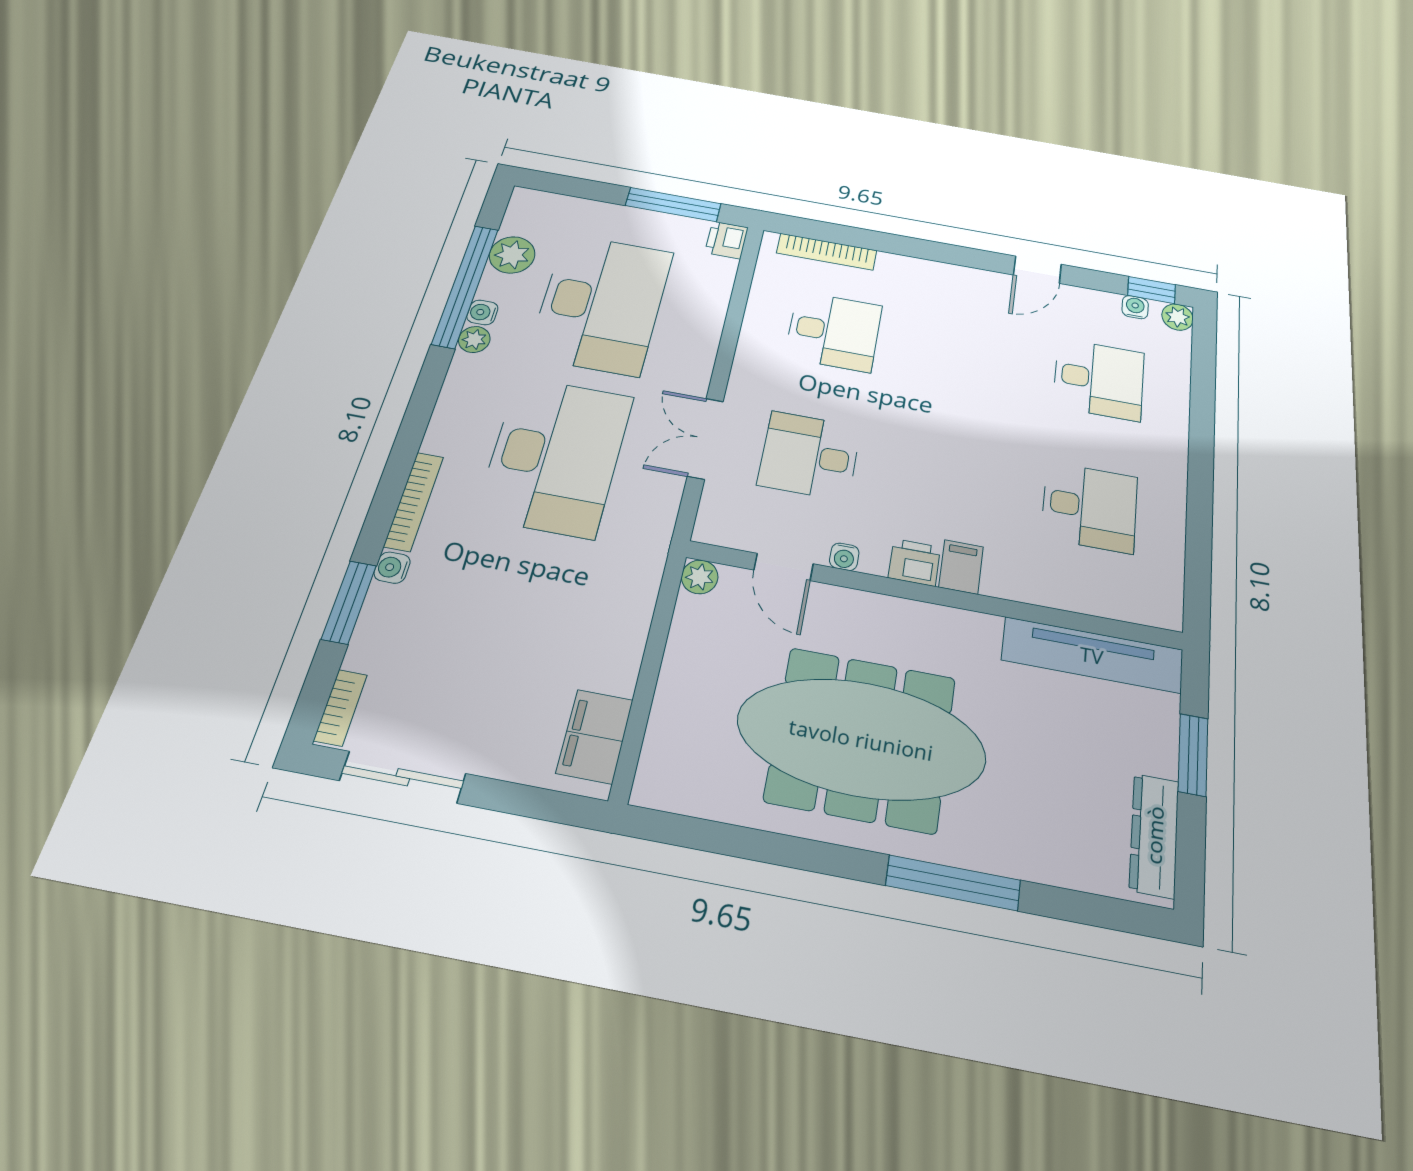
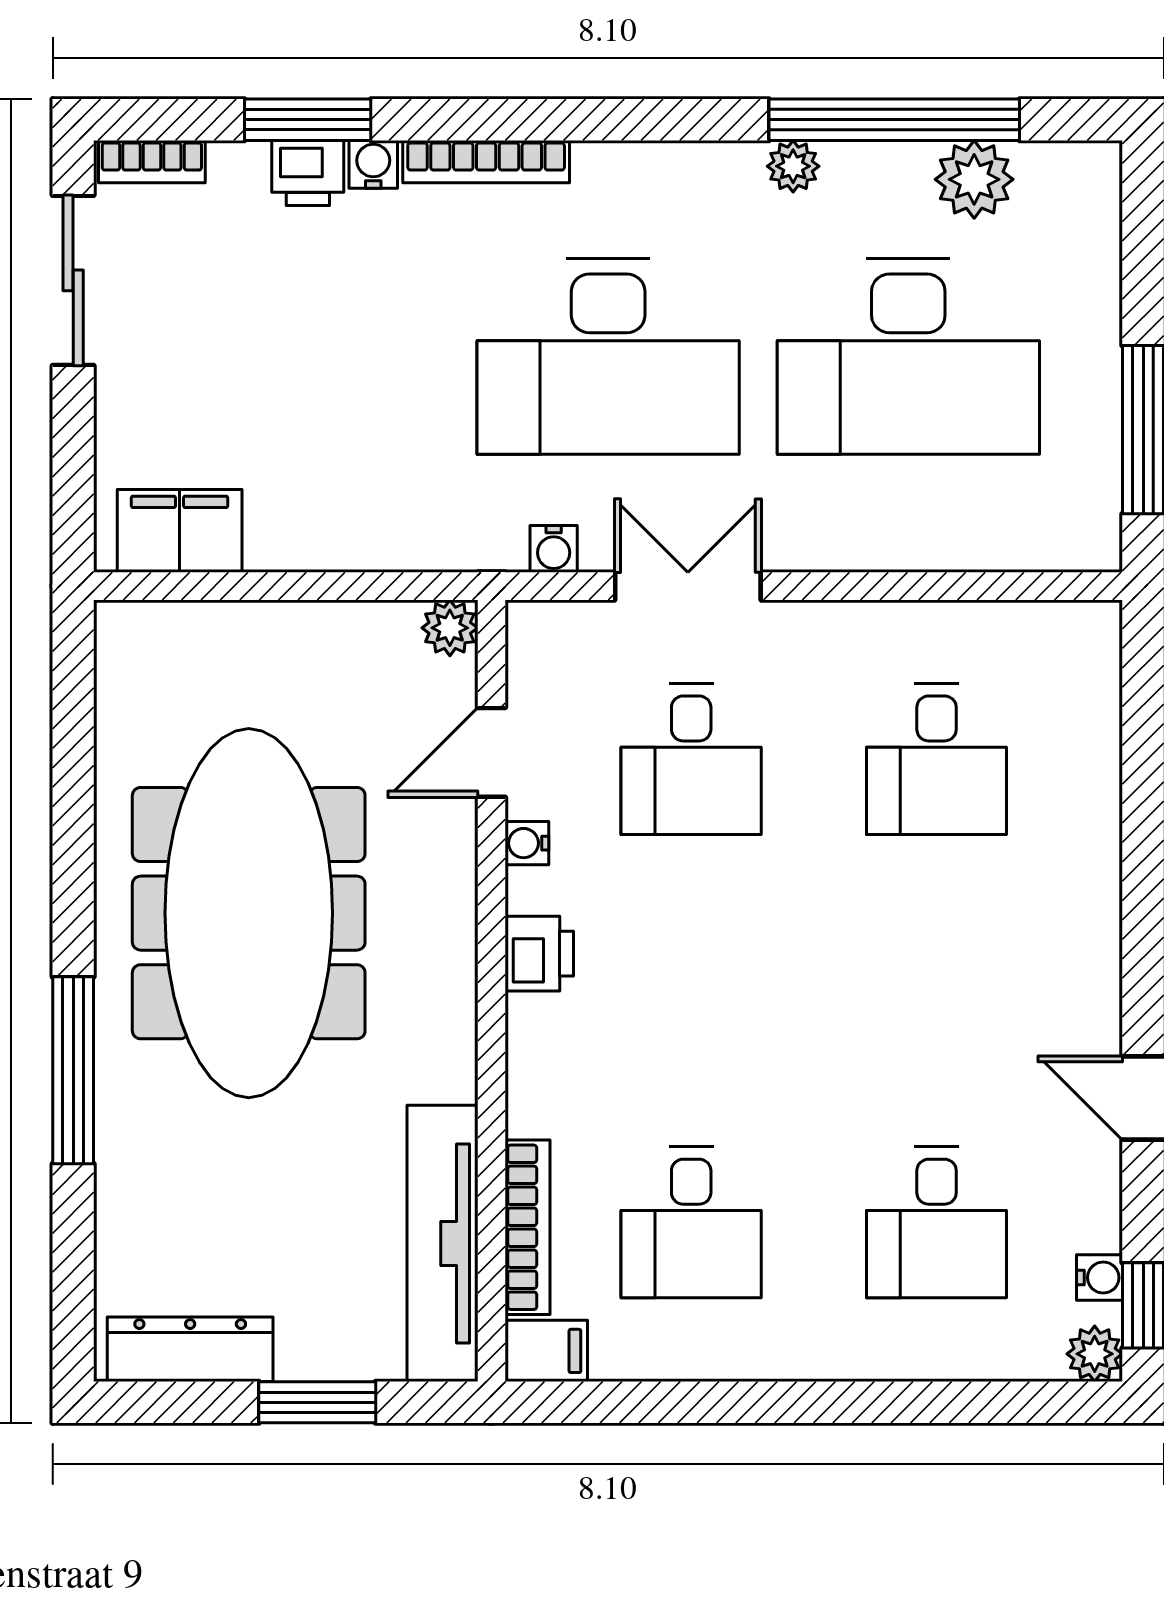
printer: (727, 240) -> (308, 173), moved, turned 180
bookcase: (827, 252) -> (528, 1227), moved, turned 180
water cooler: (482, 312) -> (554, 549), moved, turned 180
desk: (810, 456) -> (691, 759), turned 180
filing cabinet: (961, 567) -> (546, 1351), moved

